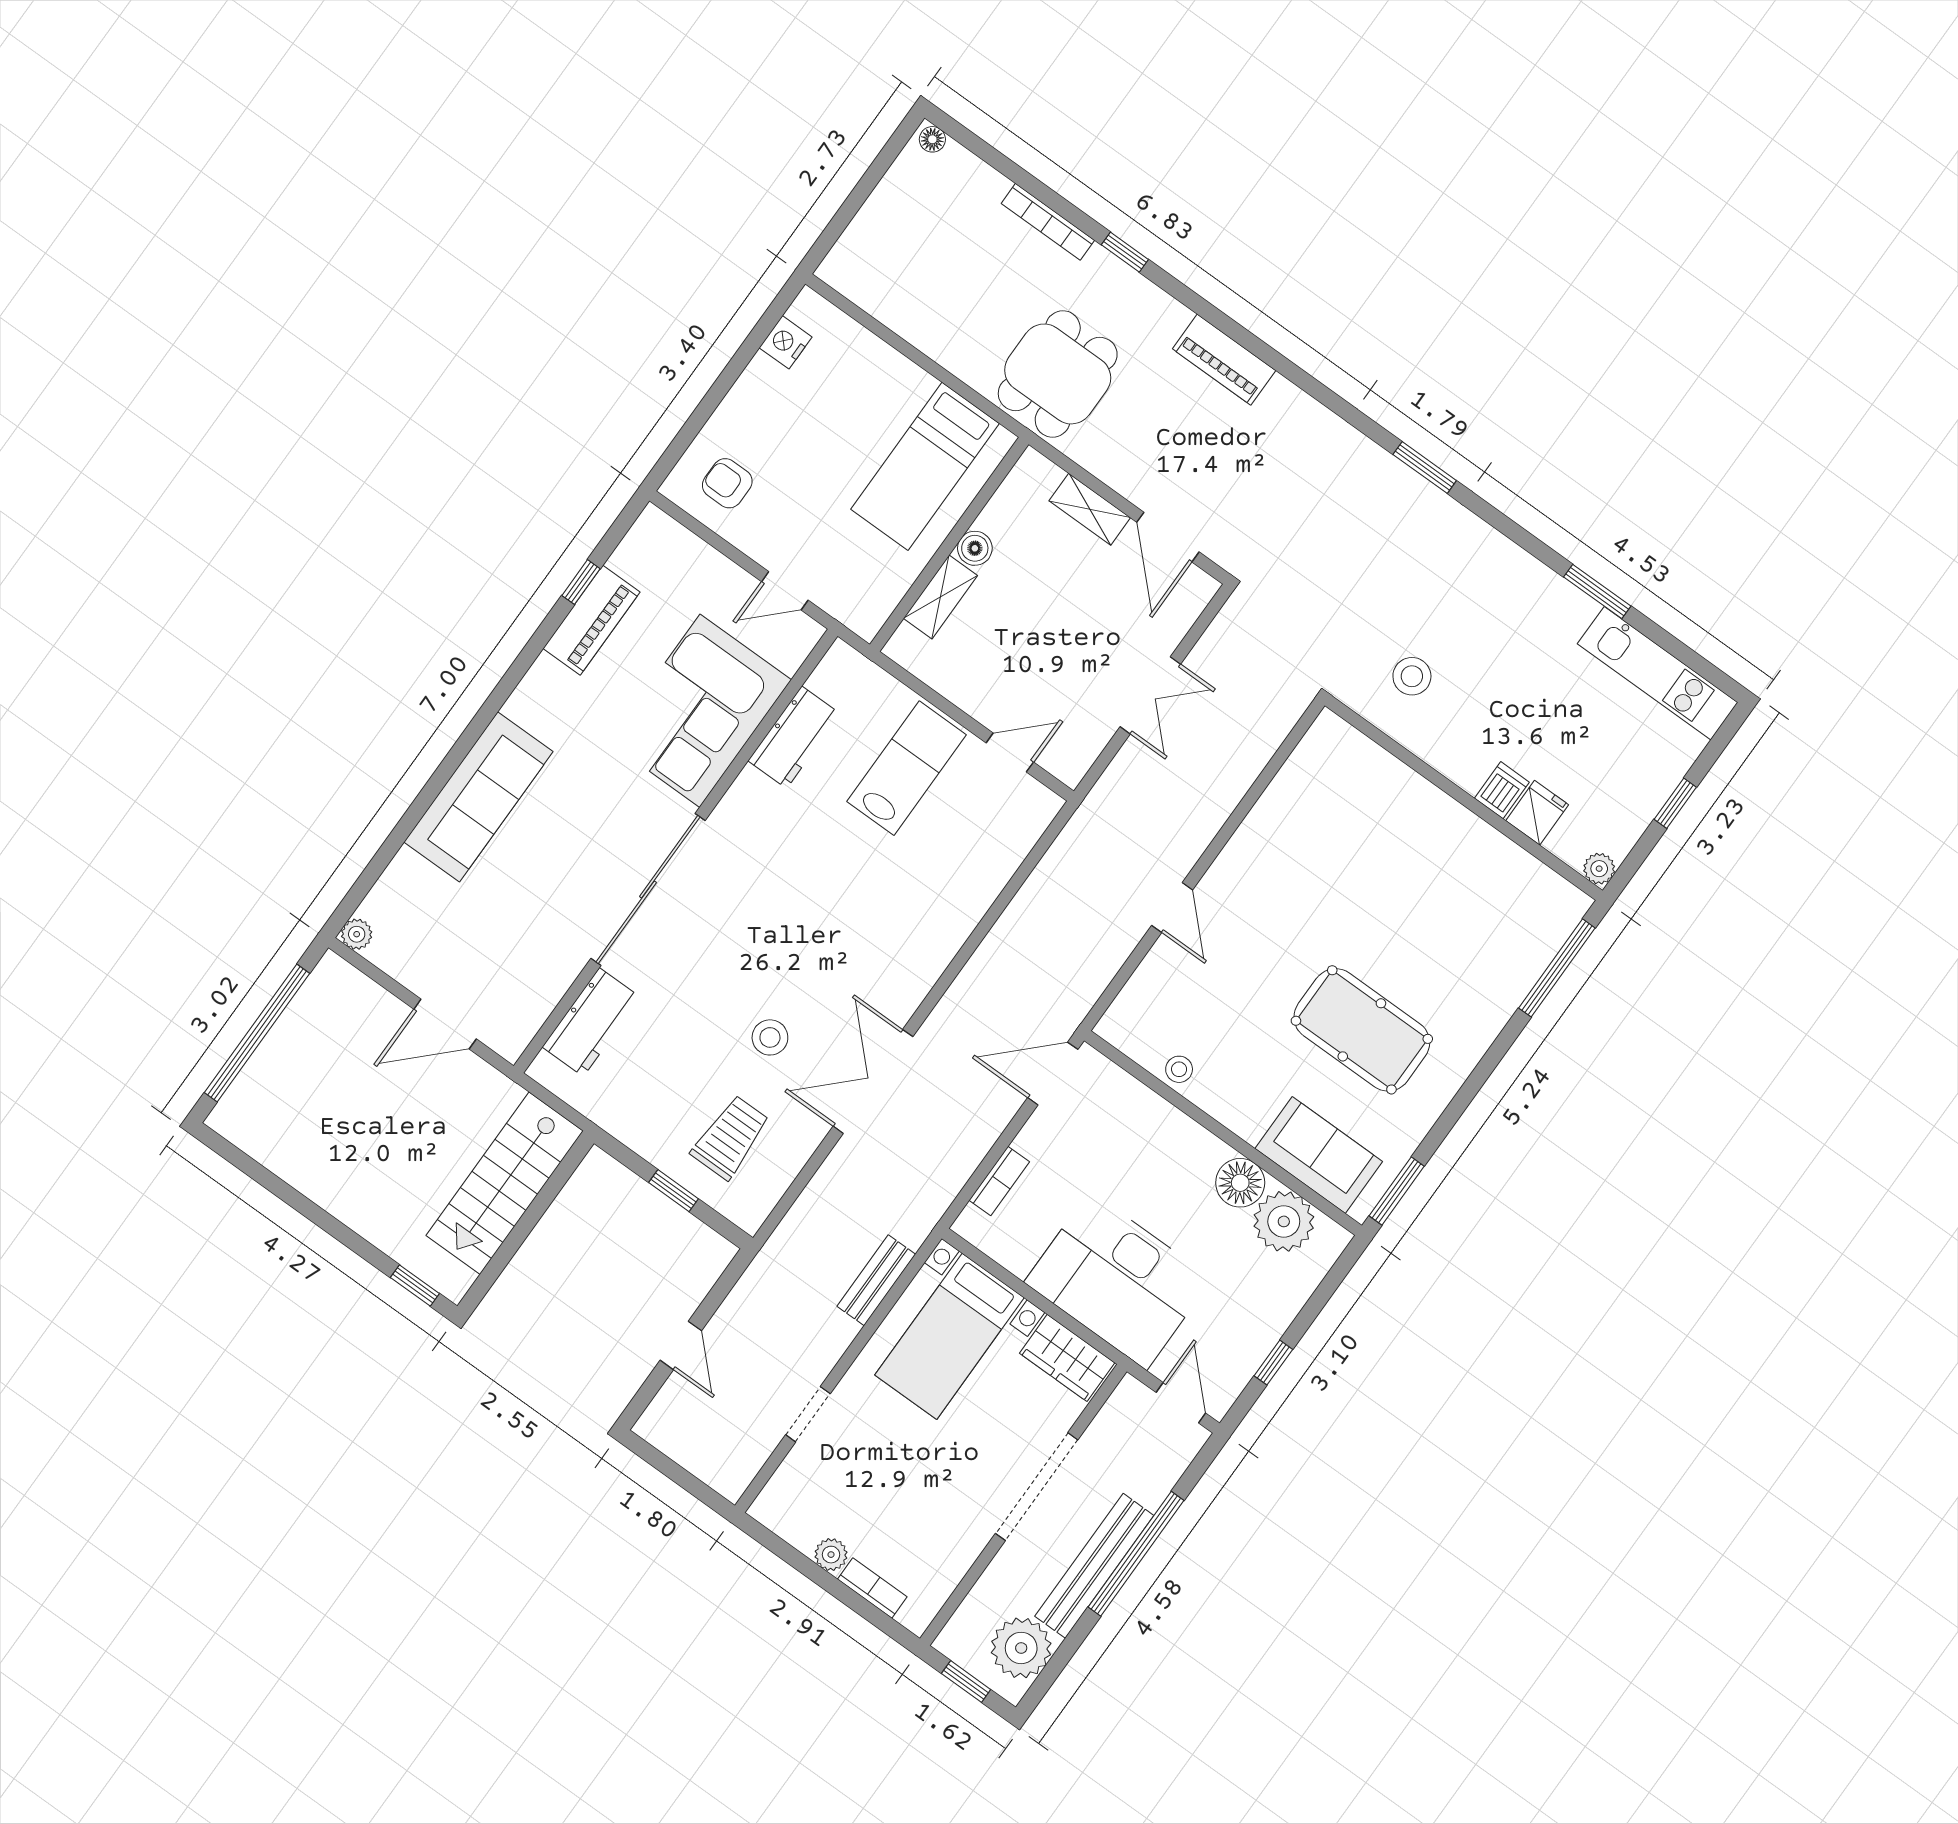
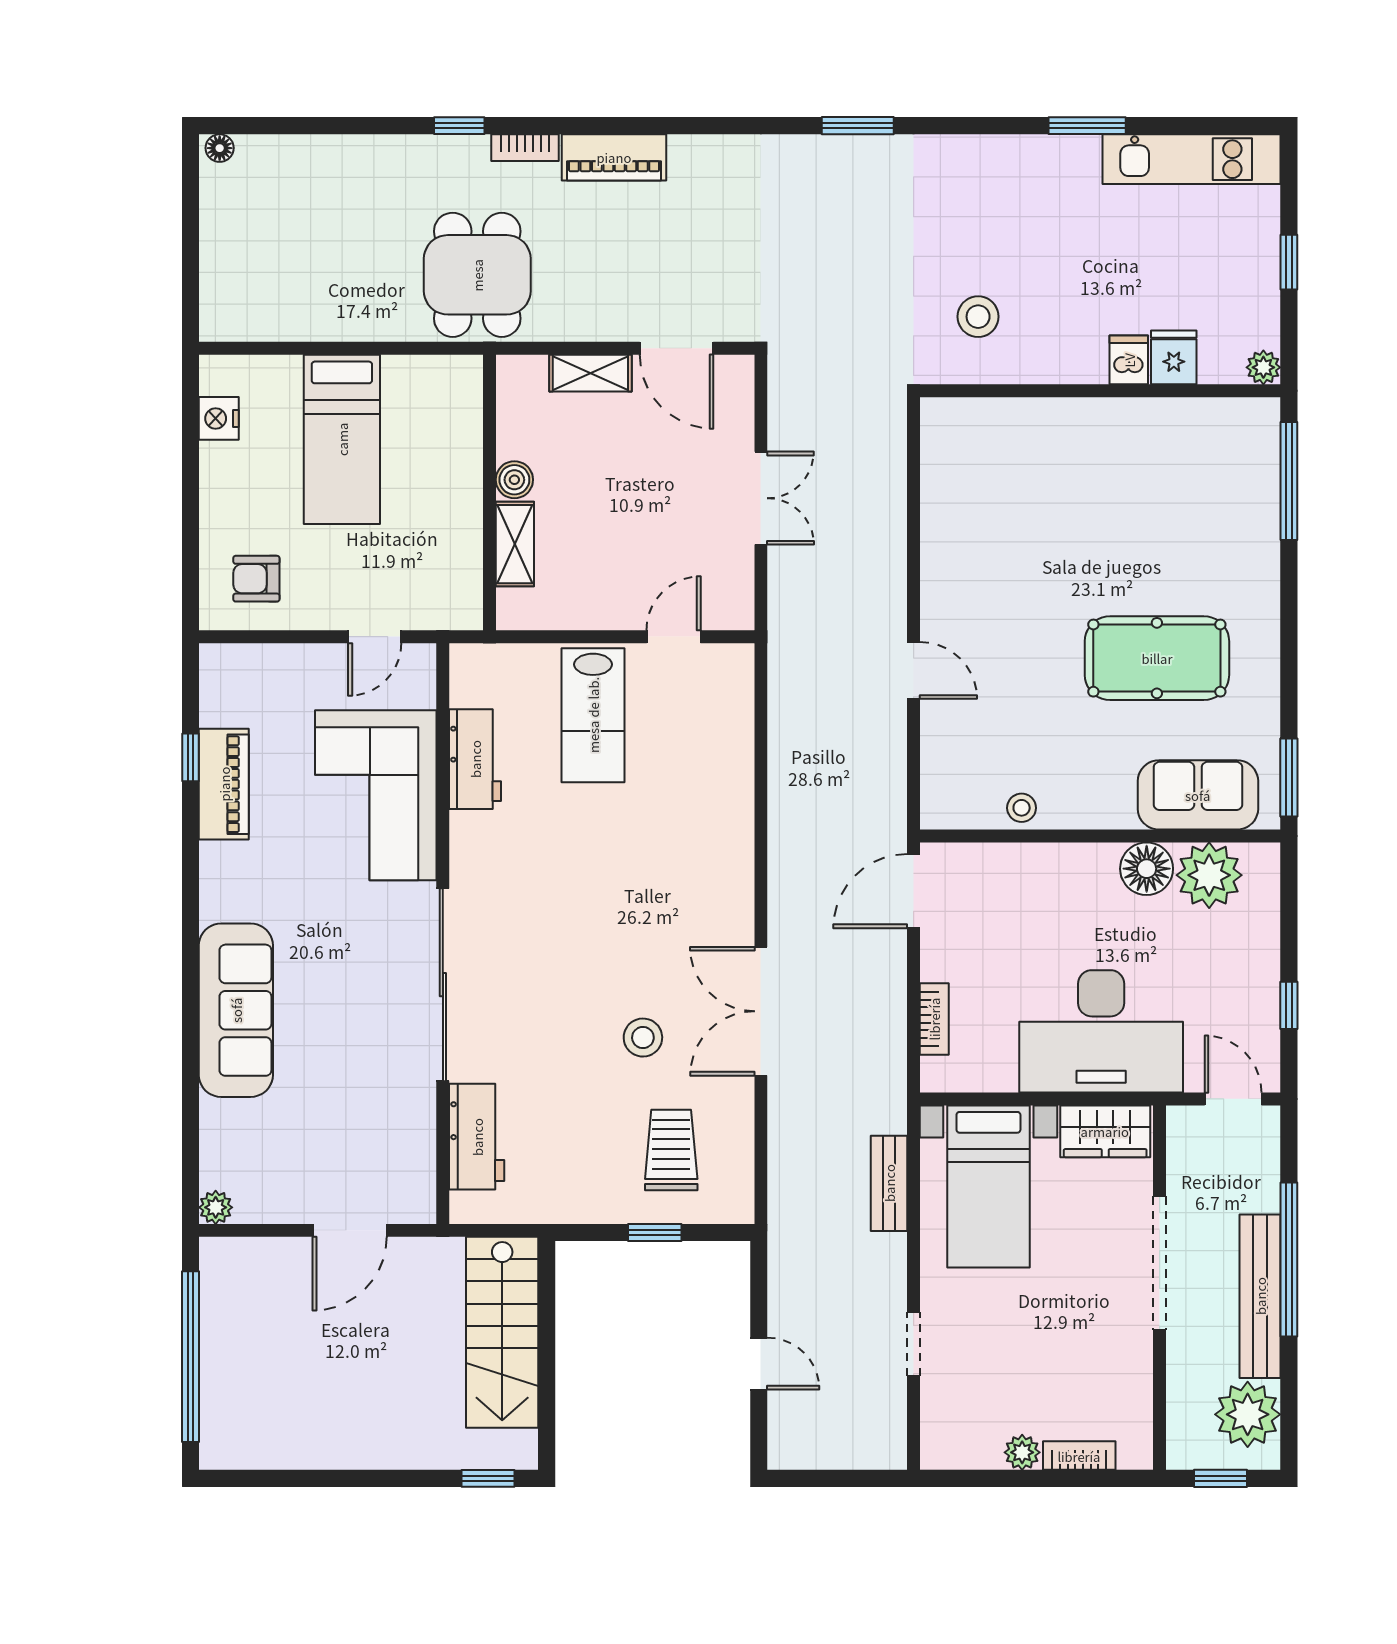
bookcase: (1048, 222) -> (525, 148), moved, width x0.64
bed: (925, 466) -> (342, 439), moved
lab bench: (907, 768) -> (593, 715), turned 180

